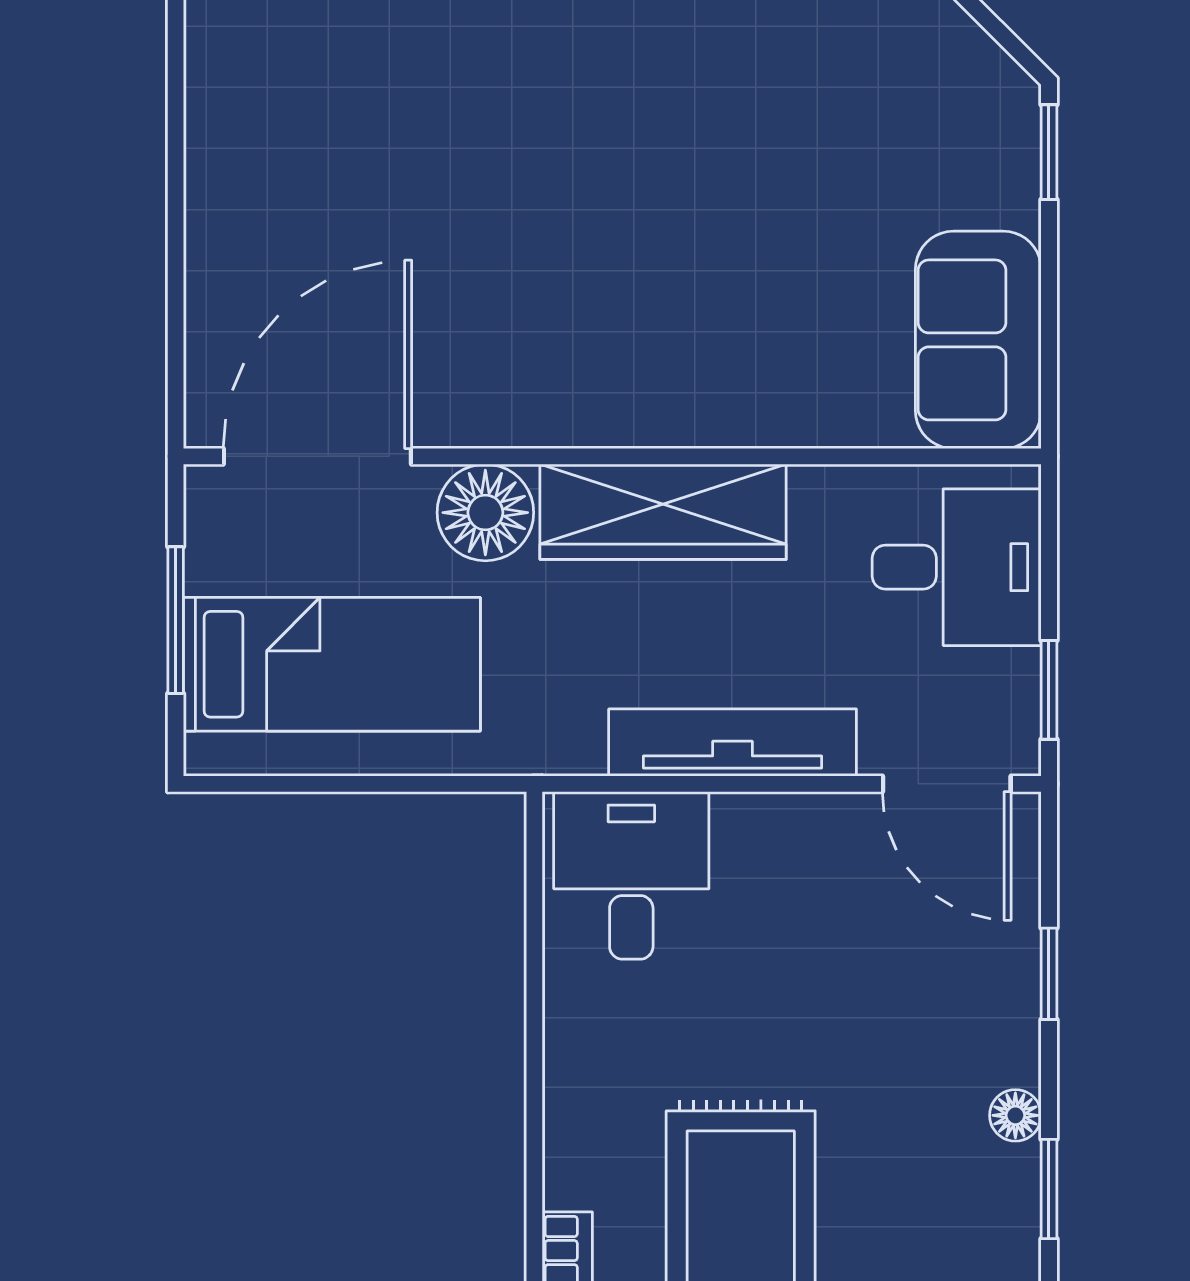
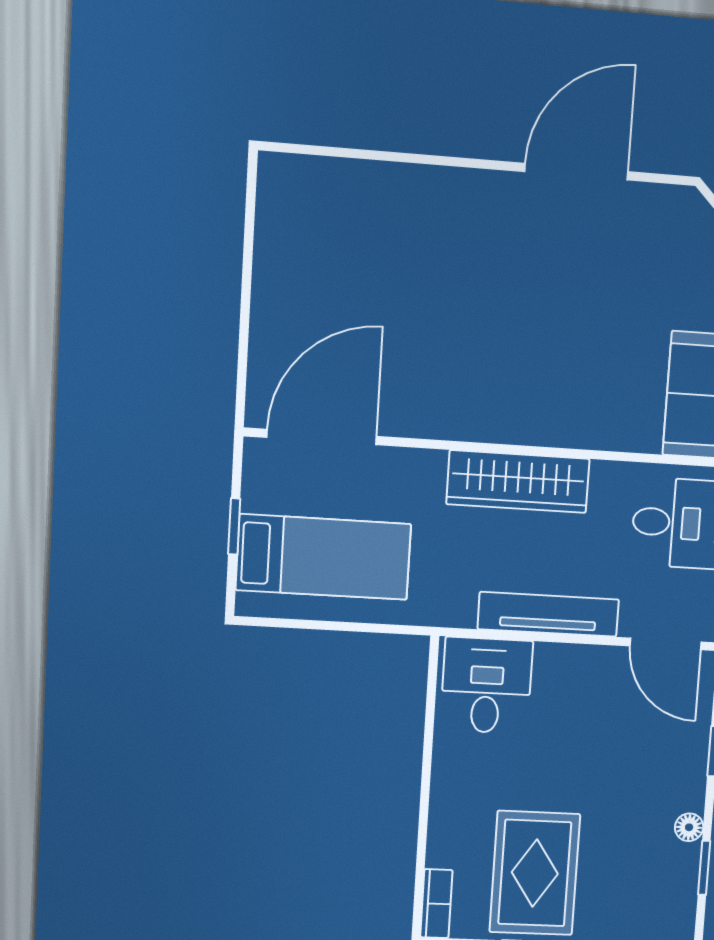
floor lamp: (485, 513) -> (417, 476), removed
window: (176, 620) -> (234, 526), width x0.67

